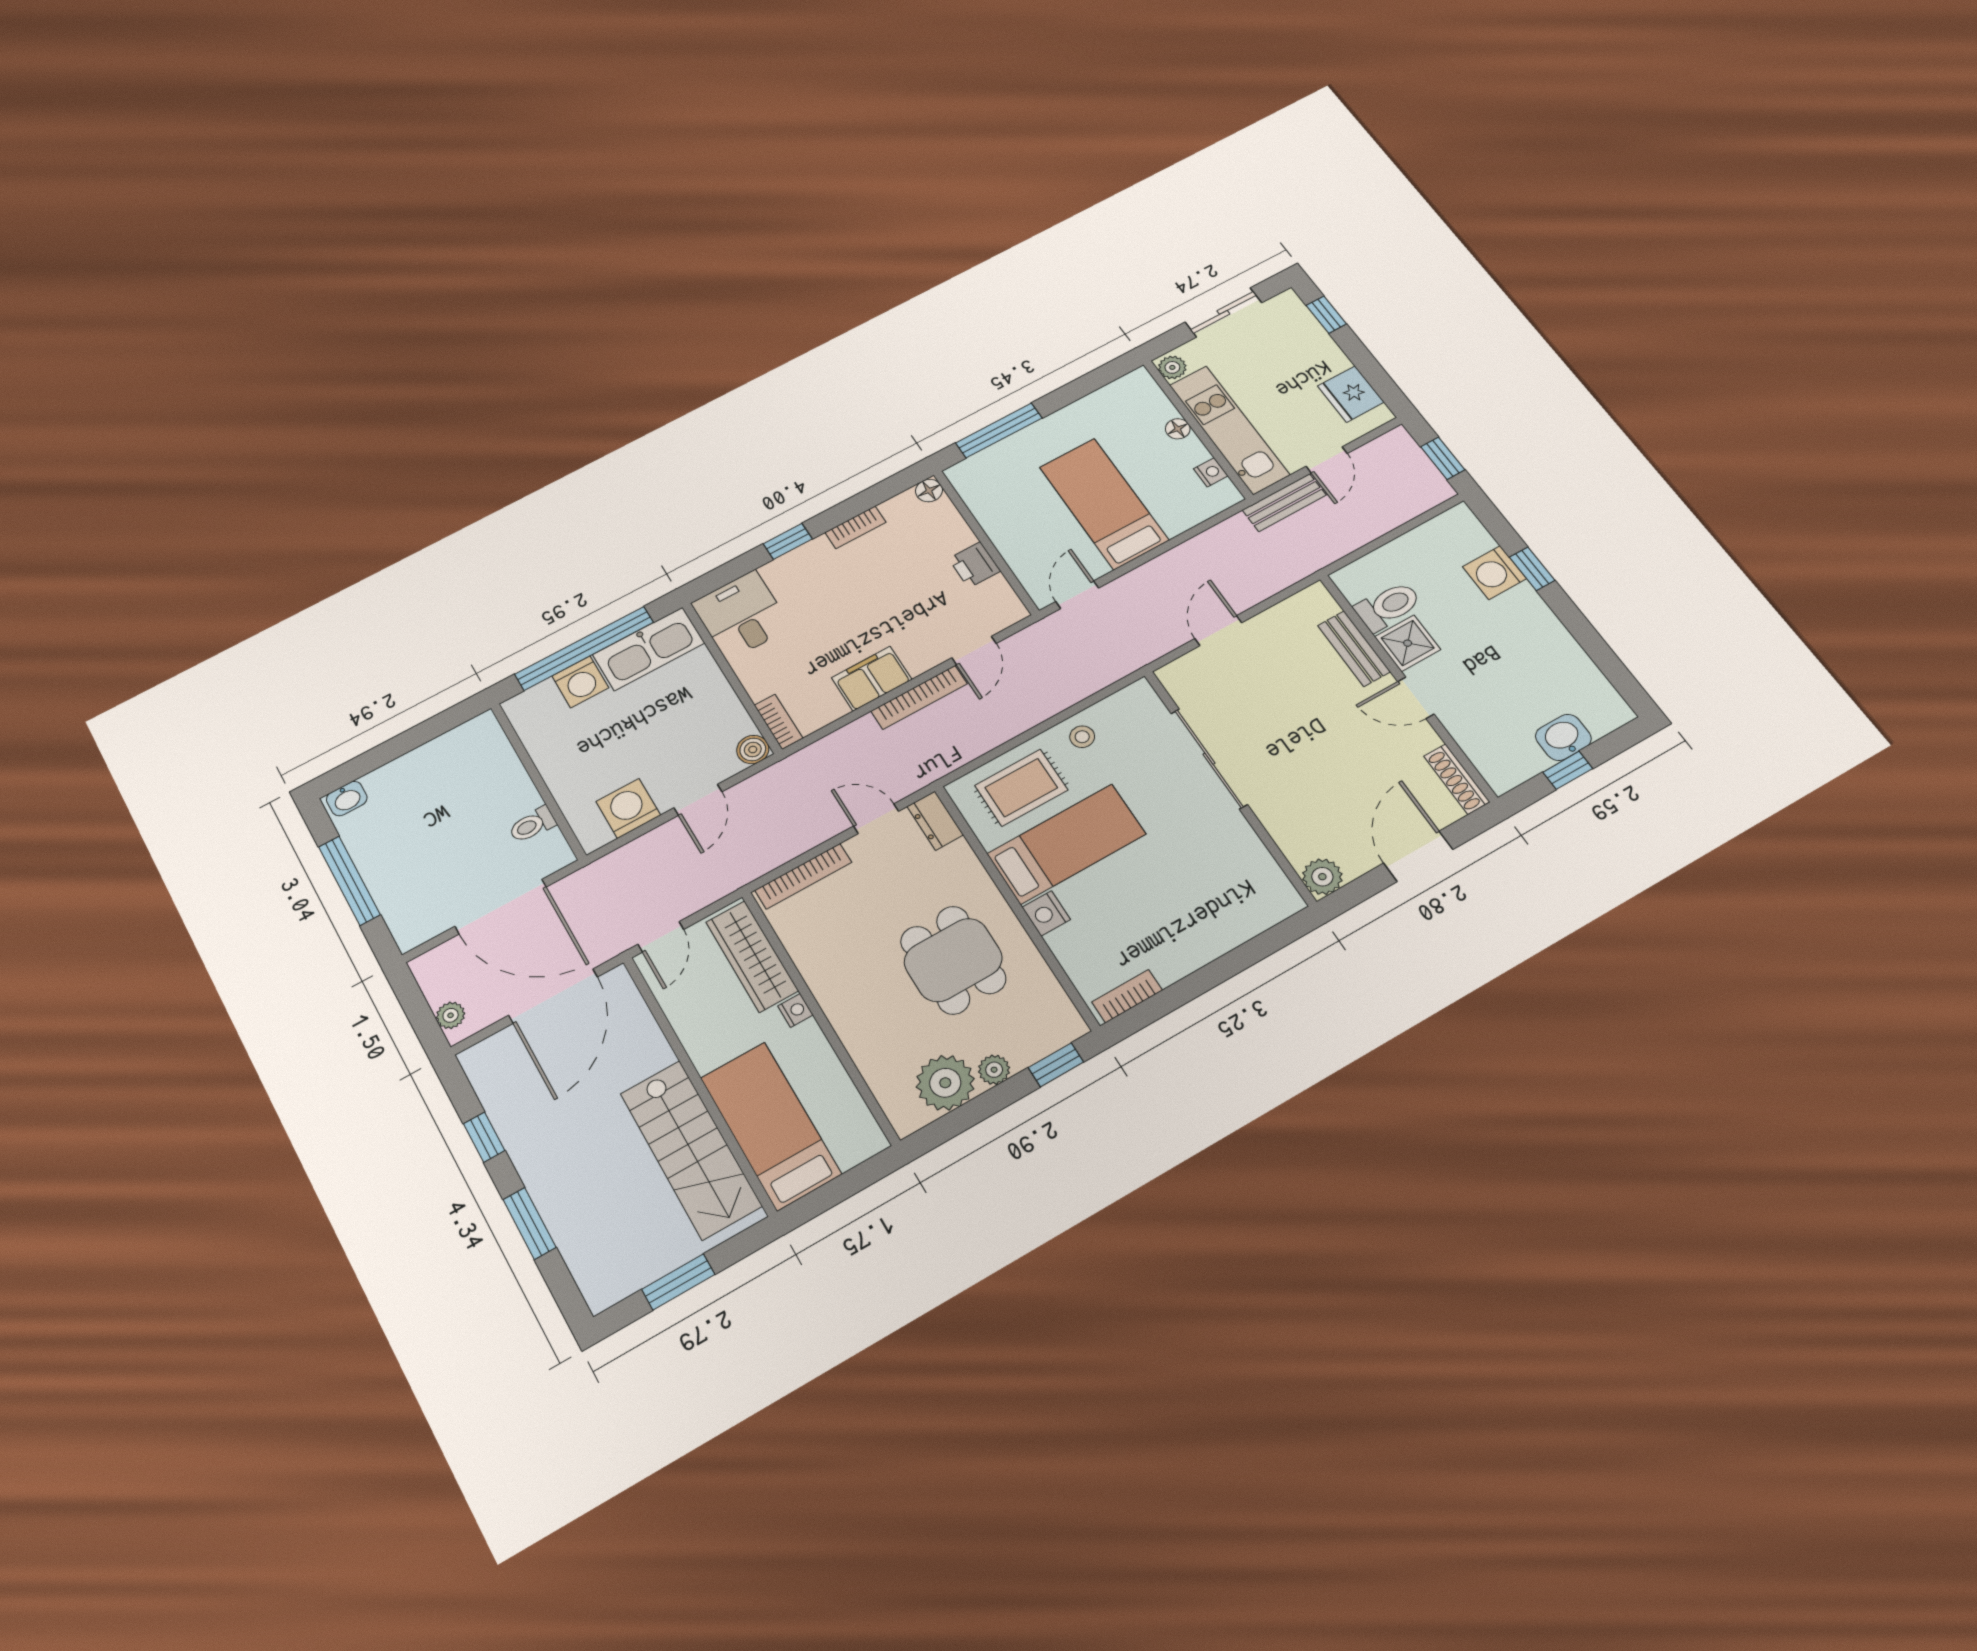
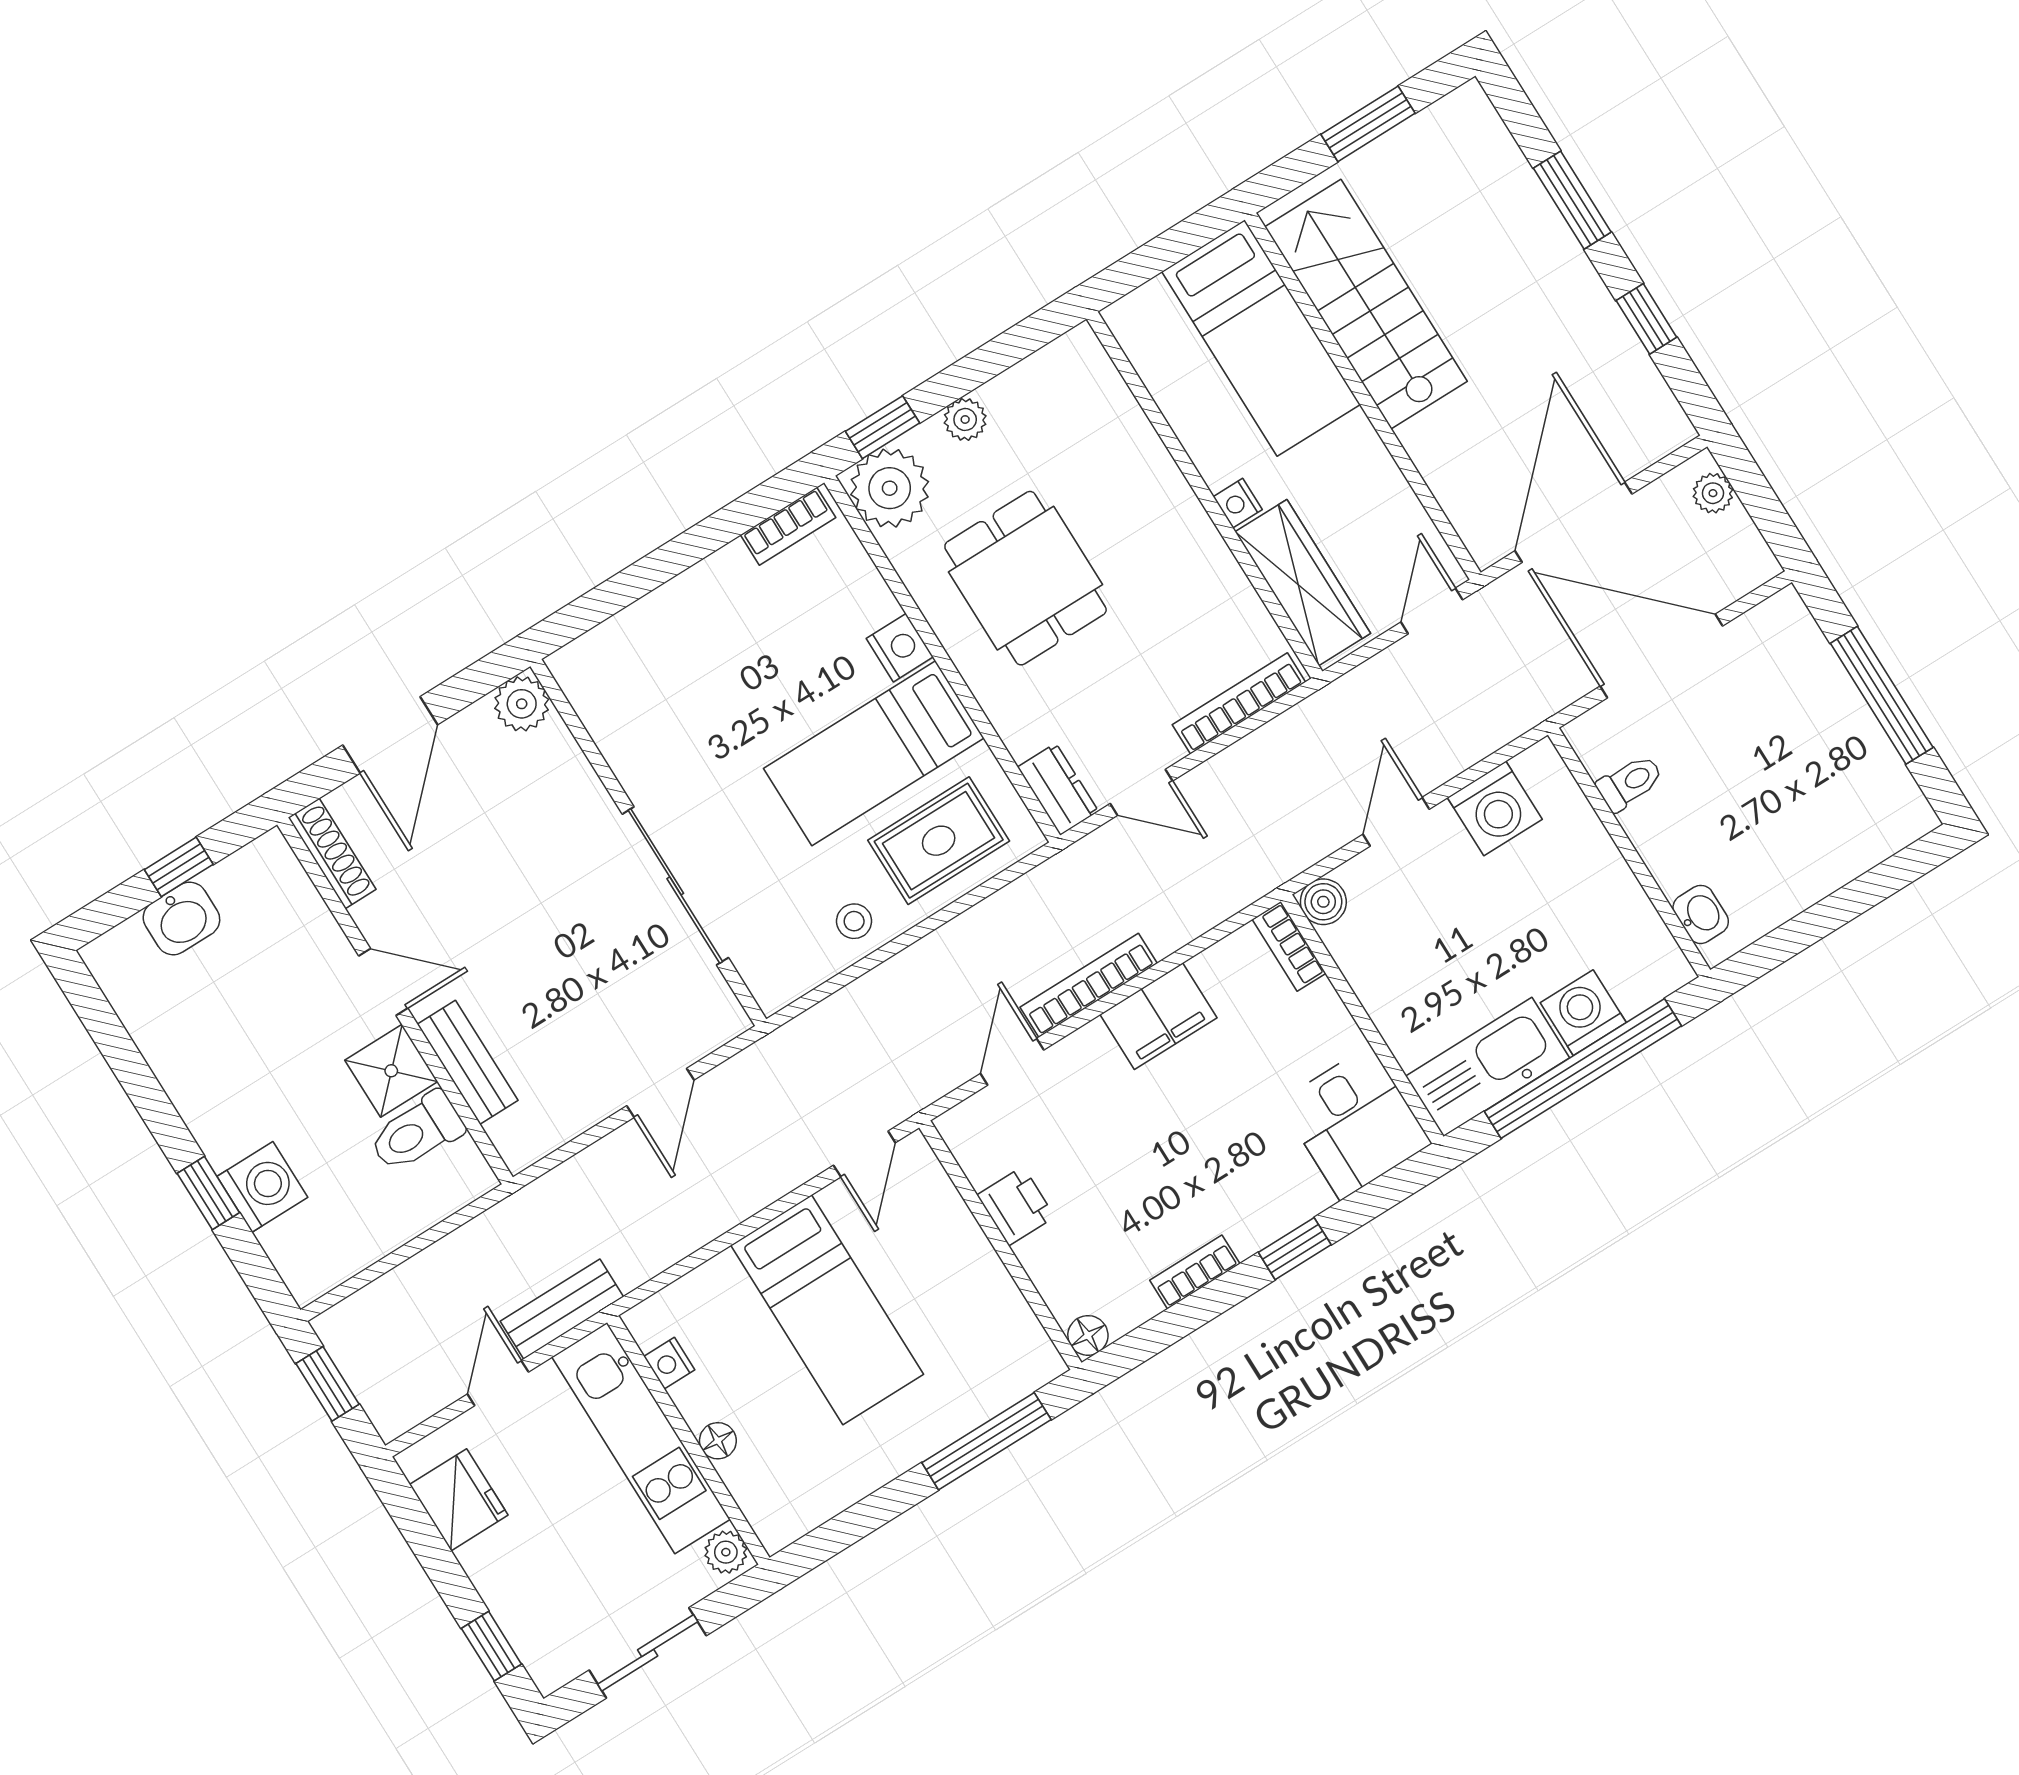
washbasin: (347, 799) -> (1701, 914), moved, turned 90
plant: (945, 1083) -> (890, 488), moved

